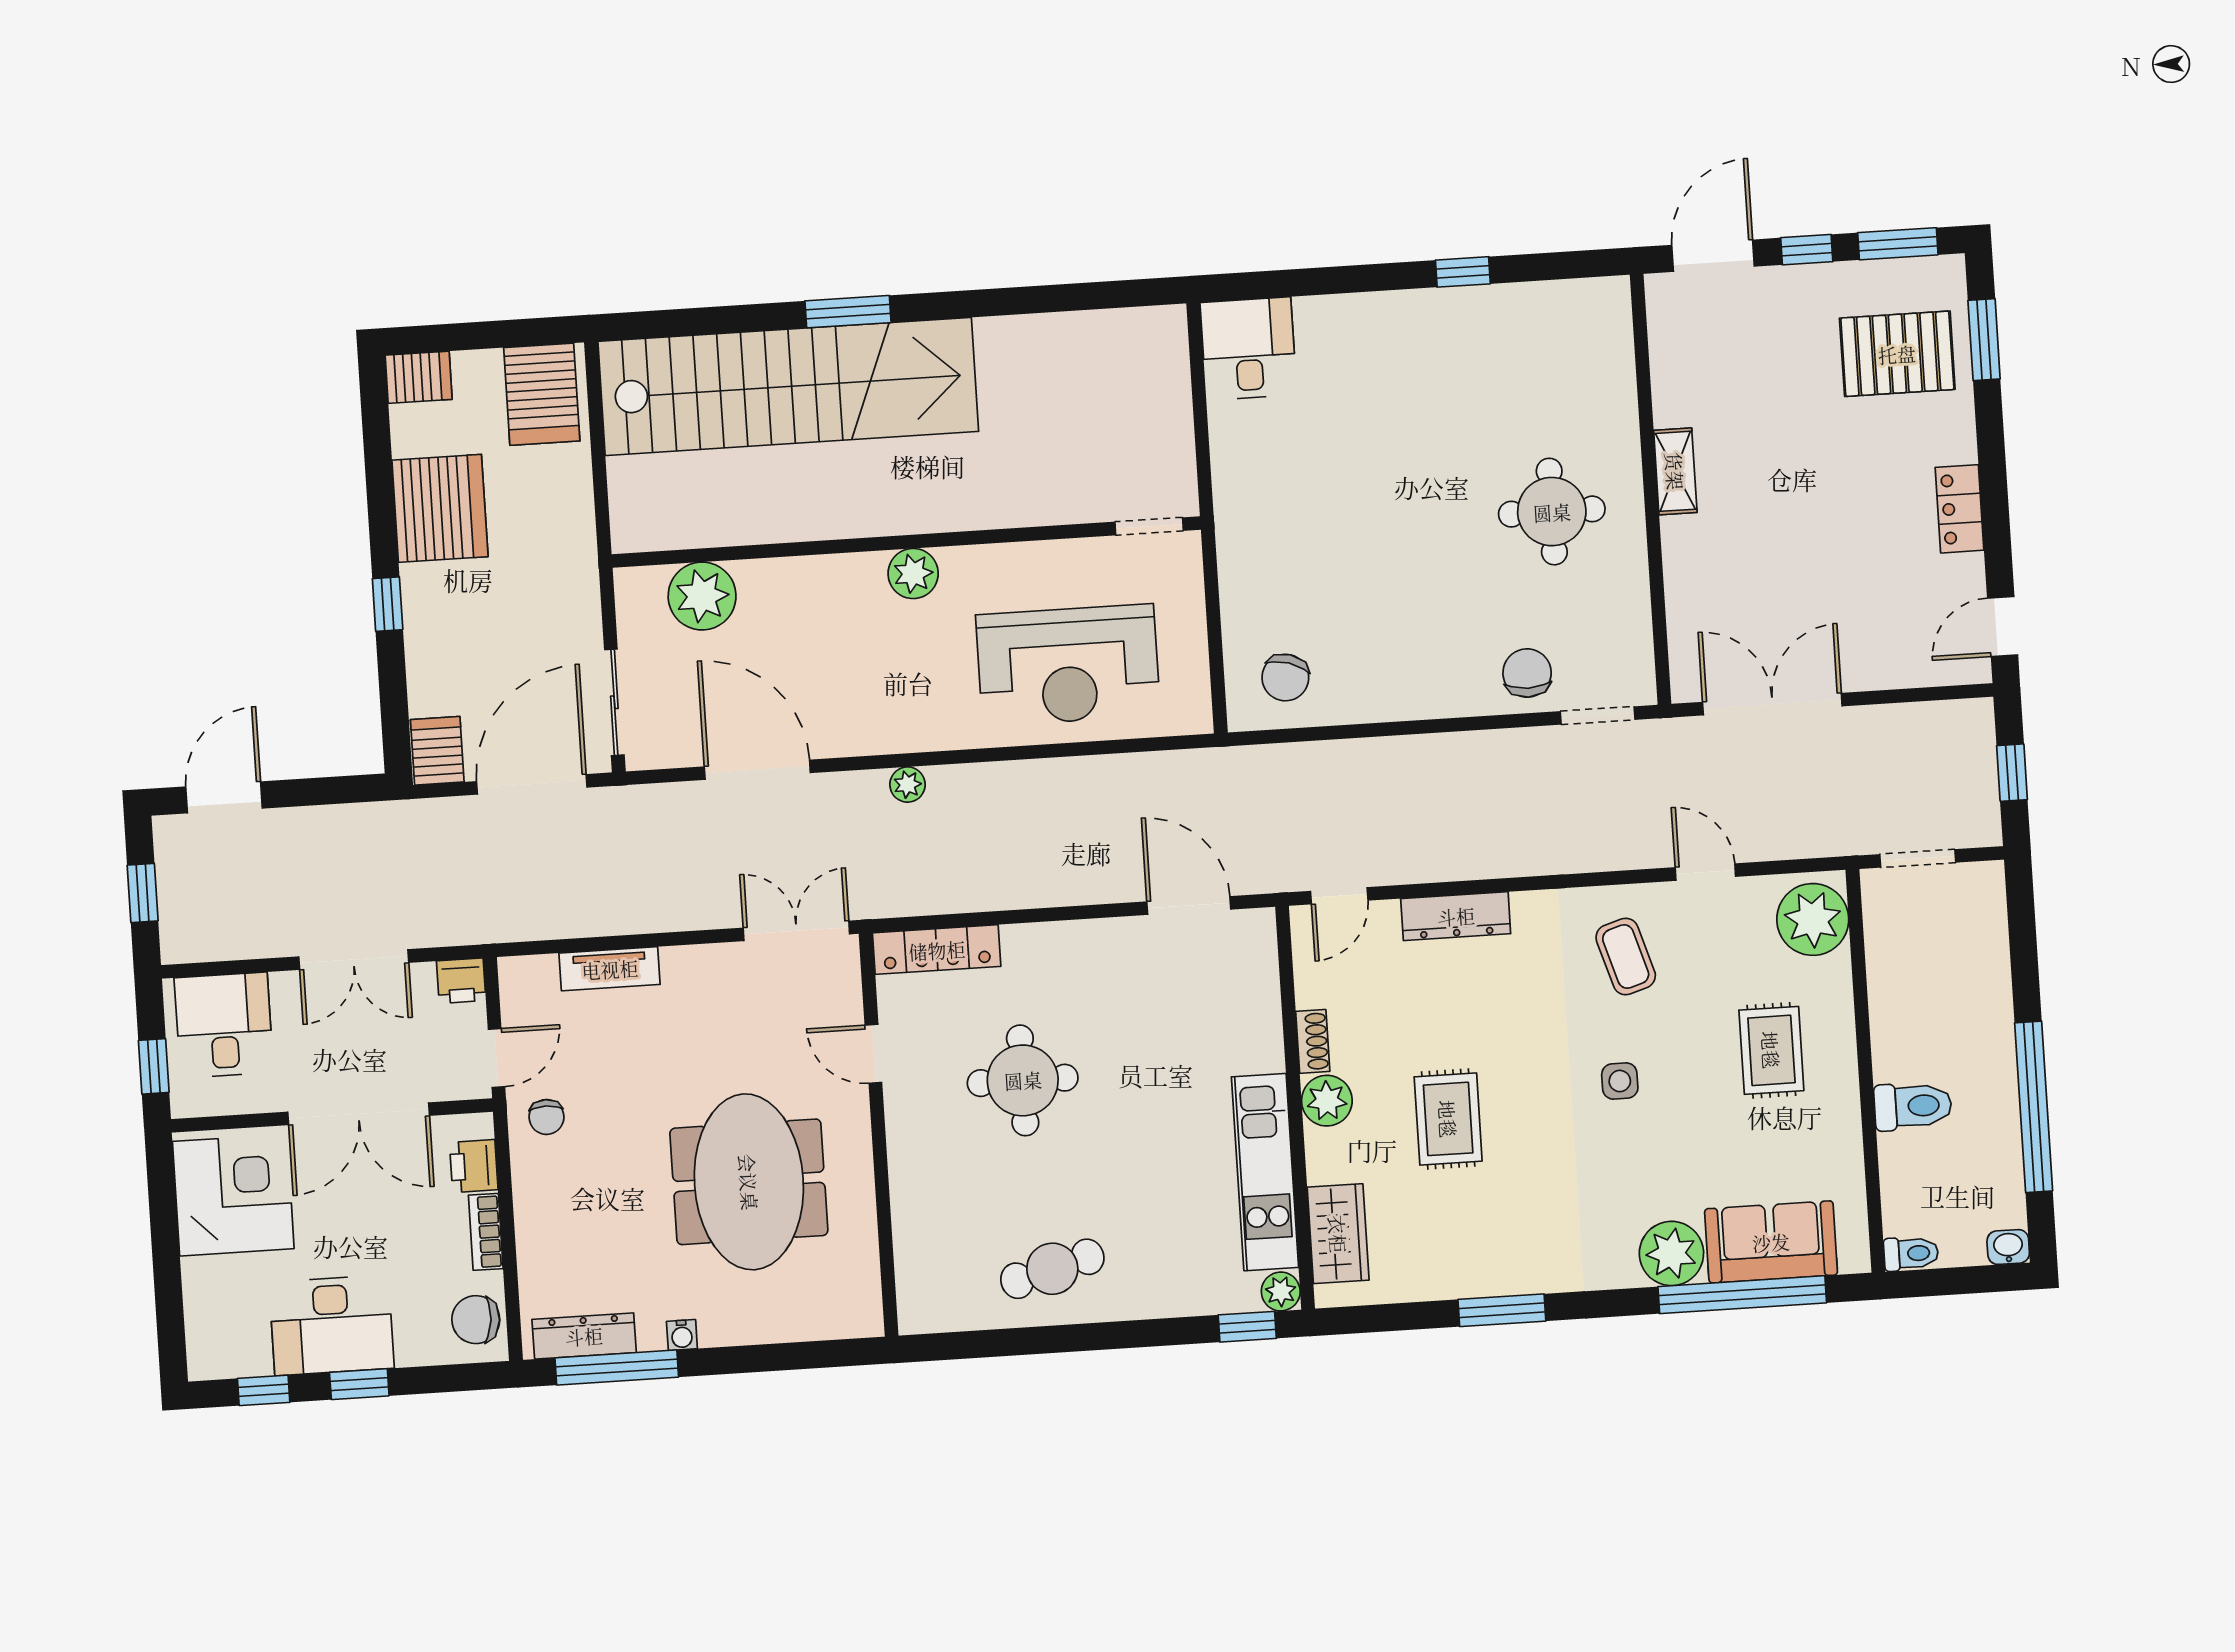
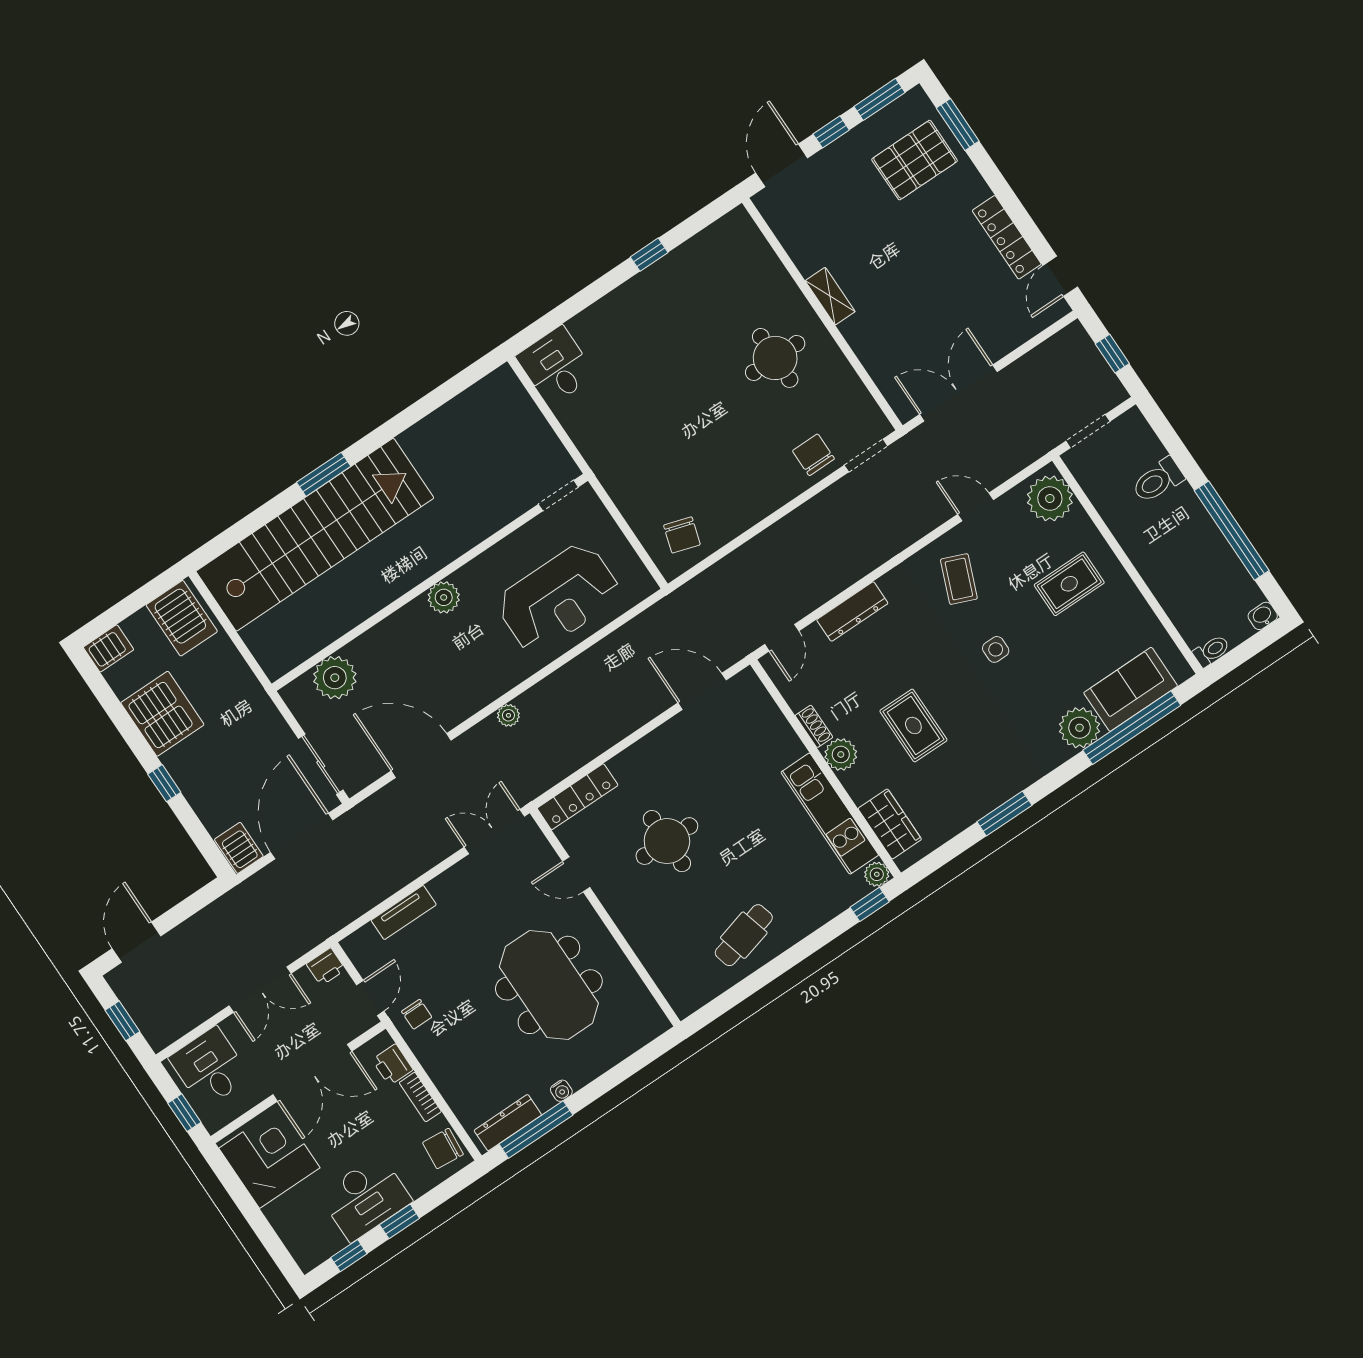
locker: (1960, 509) -> (1007, 237), width x1.53
coffee table: (1626, 957) -> (959, 579), turned 39
rug: (1771, 1050) -> (1069, 584), turned 90
toilet: (1913, 1106) -> (1158, 480), moved, turned 180

